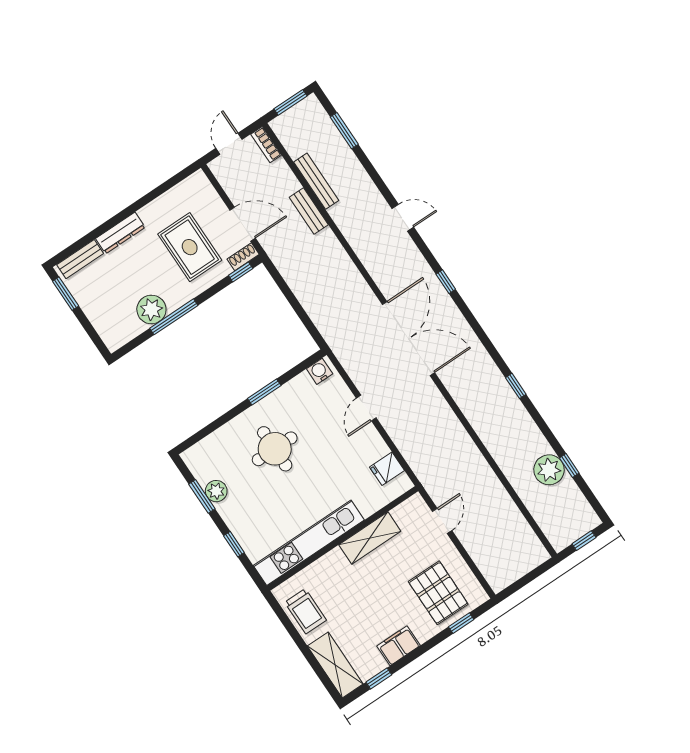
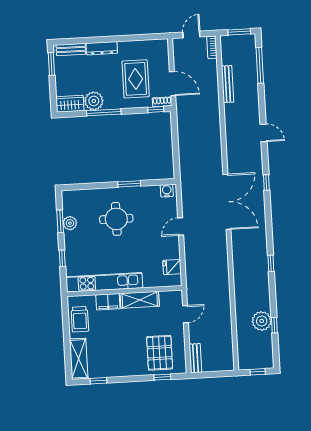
window: (344, 131) -> (260, 65), width x1.44
bench: (309, 211) -> (195, 358), moved
wardrobe: (122, 332) -> (70, 104), added
filing cabinet: (399, 646) -> (108, 302), moved, turned 180

